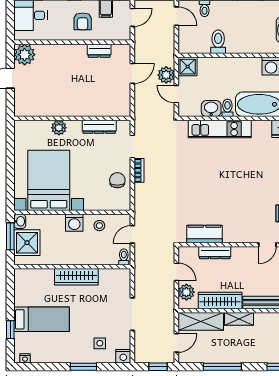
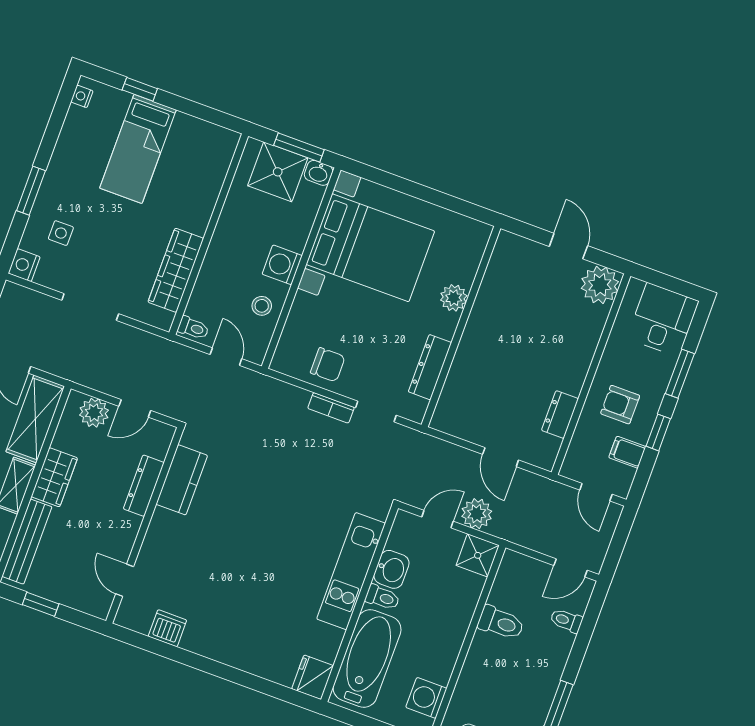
wardrobe: (76, 277) -> (176, 270), moved
wardrobe: (220, 300) -> (54, 477), width x0.67

